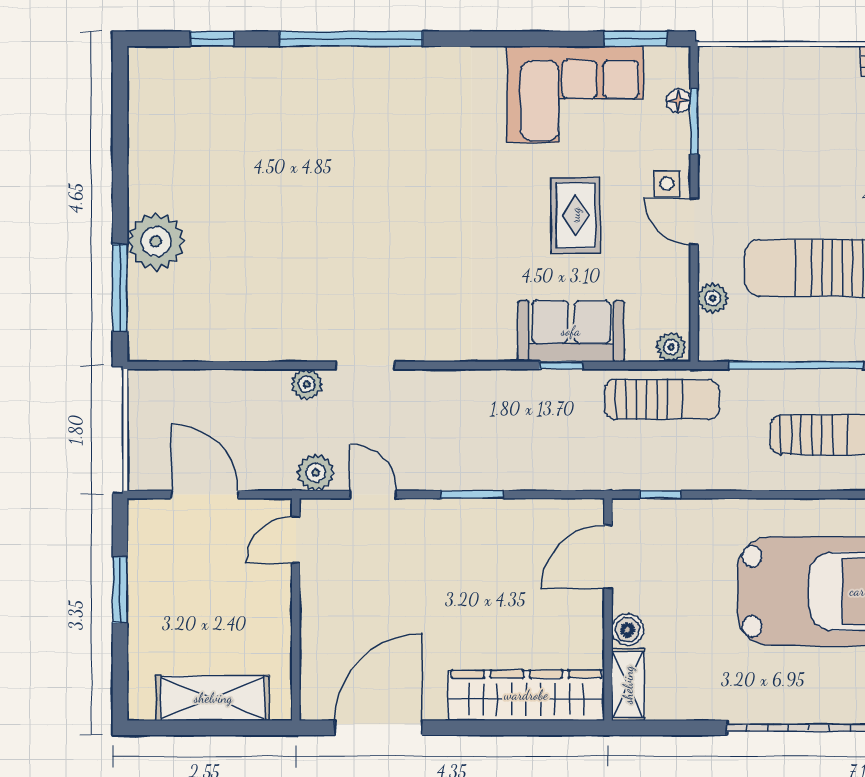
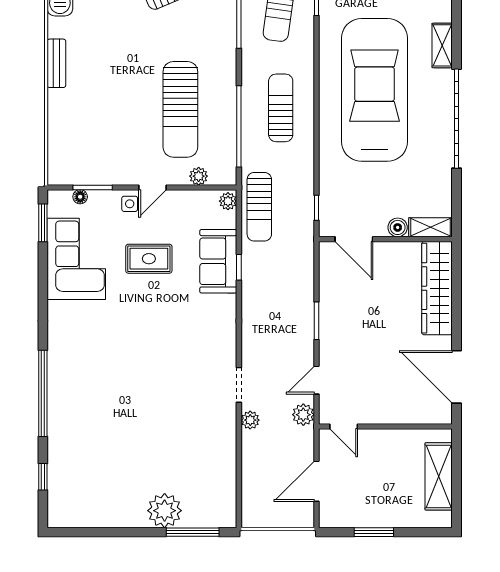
sun lounger: (662, 399) -> (259, 207), turned 180

